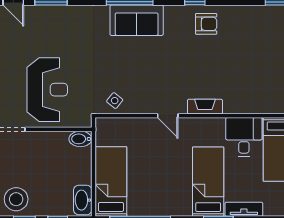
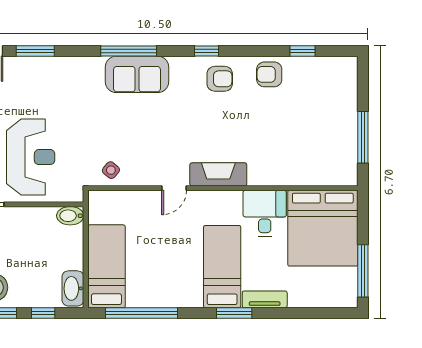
armchair: (248, 20) -> (269, 74), added
fireplace: (205, 107) -> (218, 174), width x1.37, depth x1.32
door: (168, 116) -> (174, 188), hinge flipped

